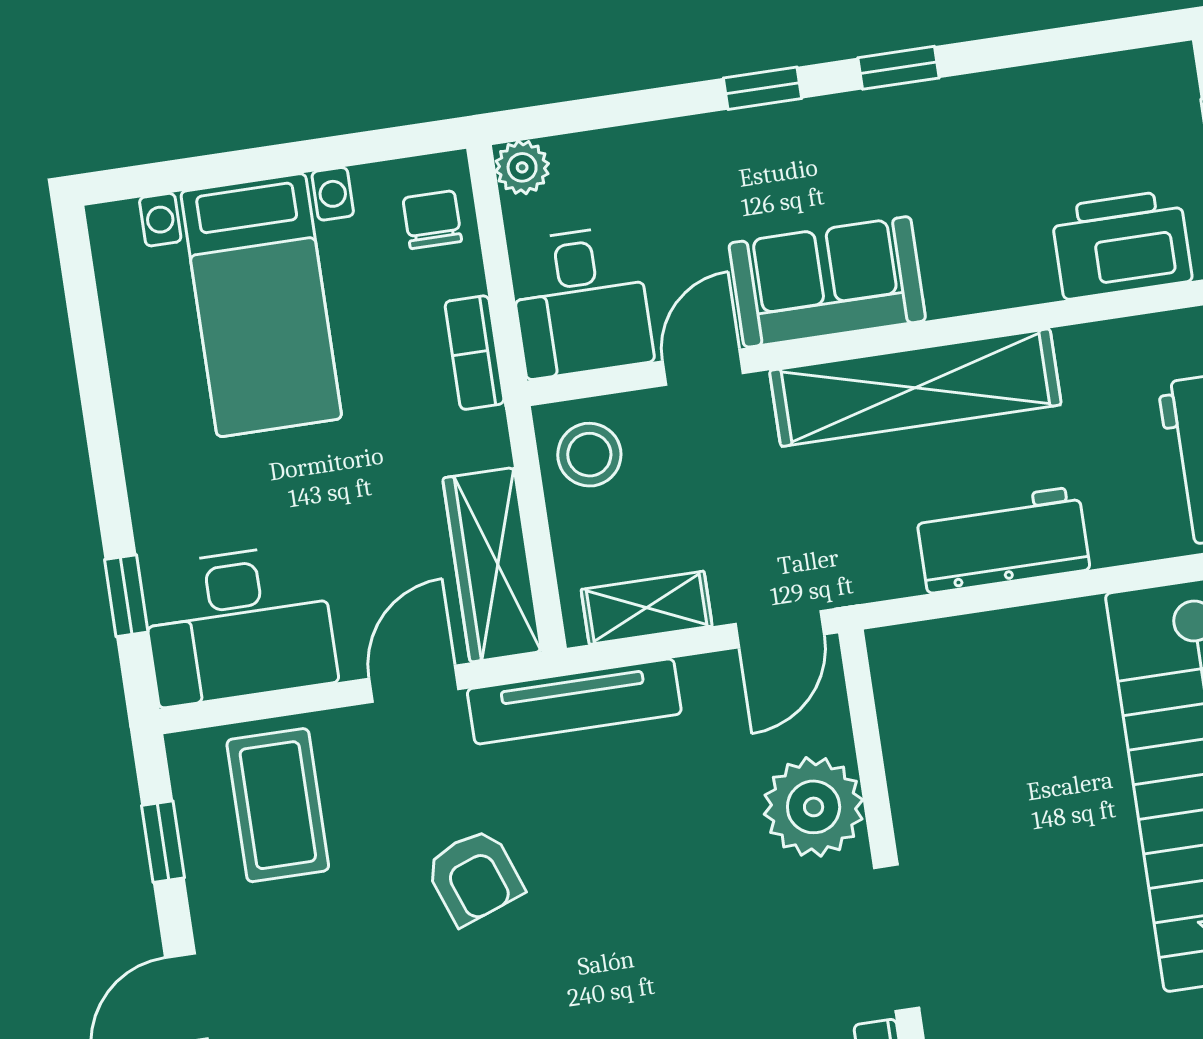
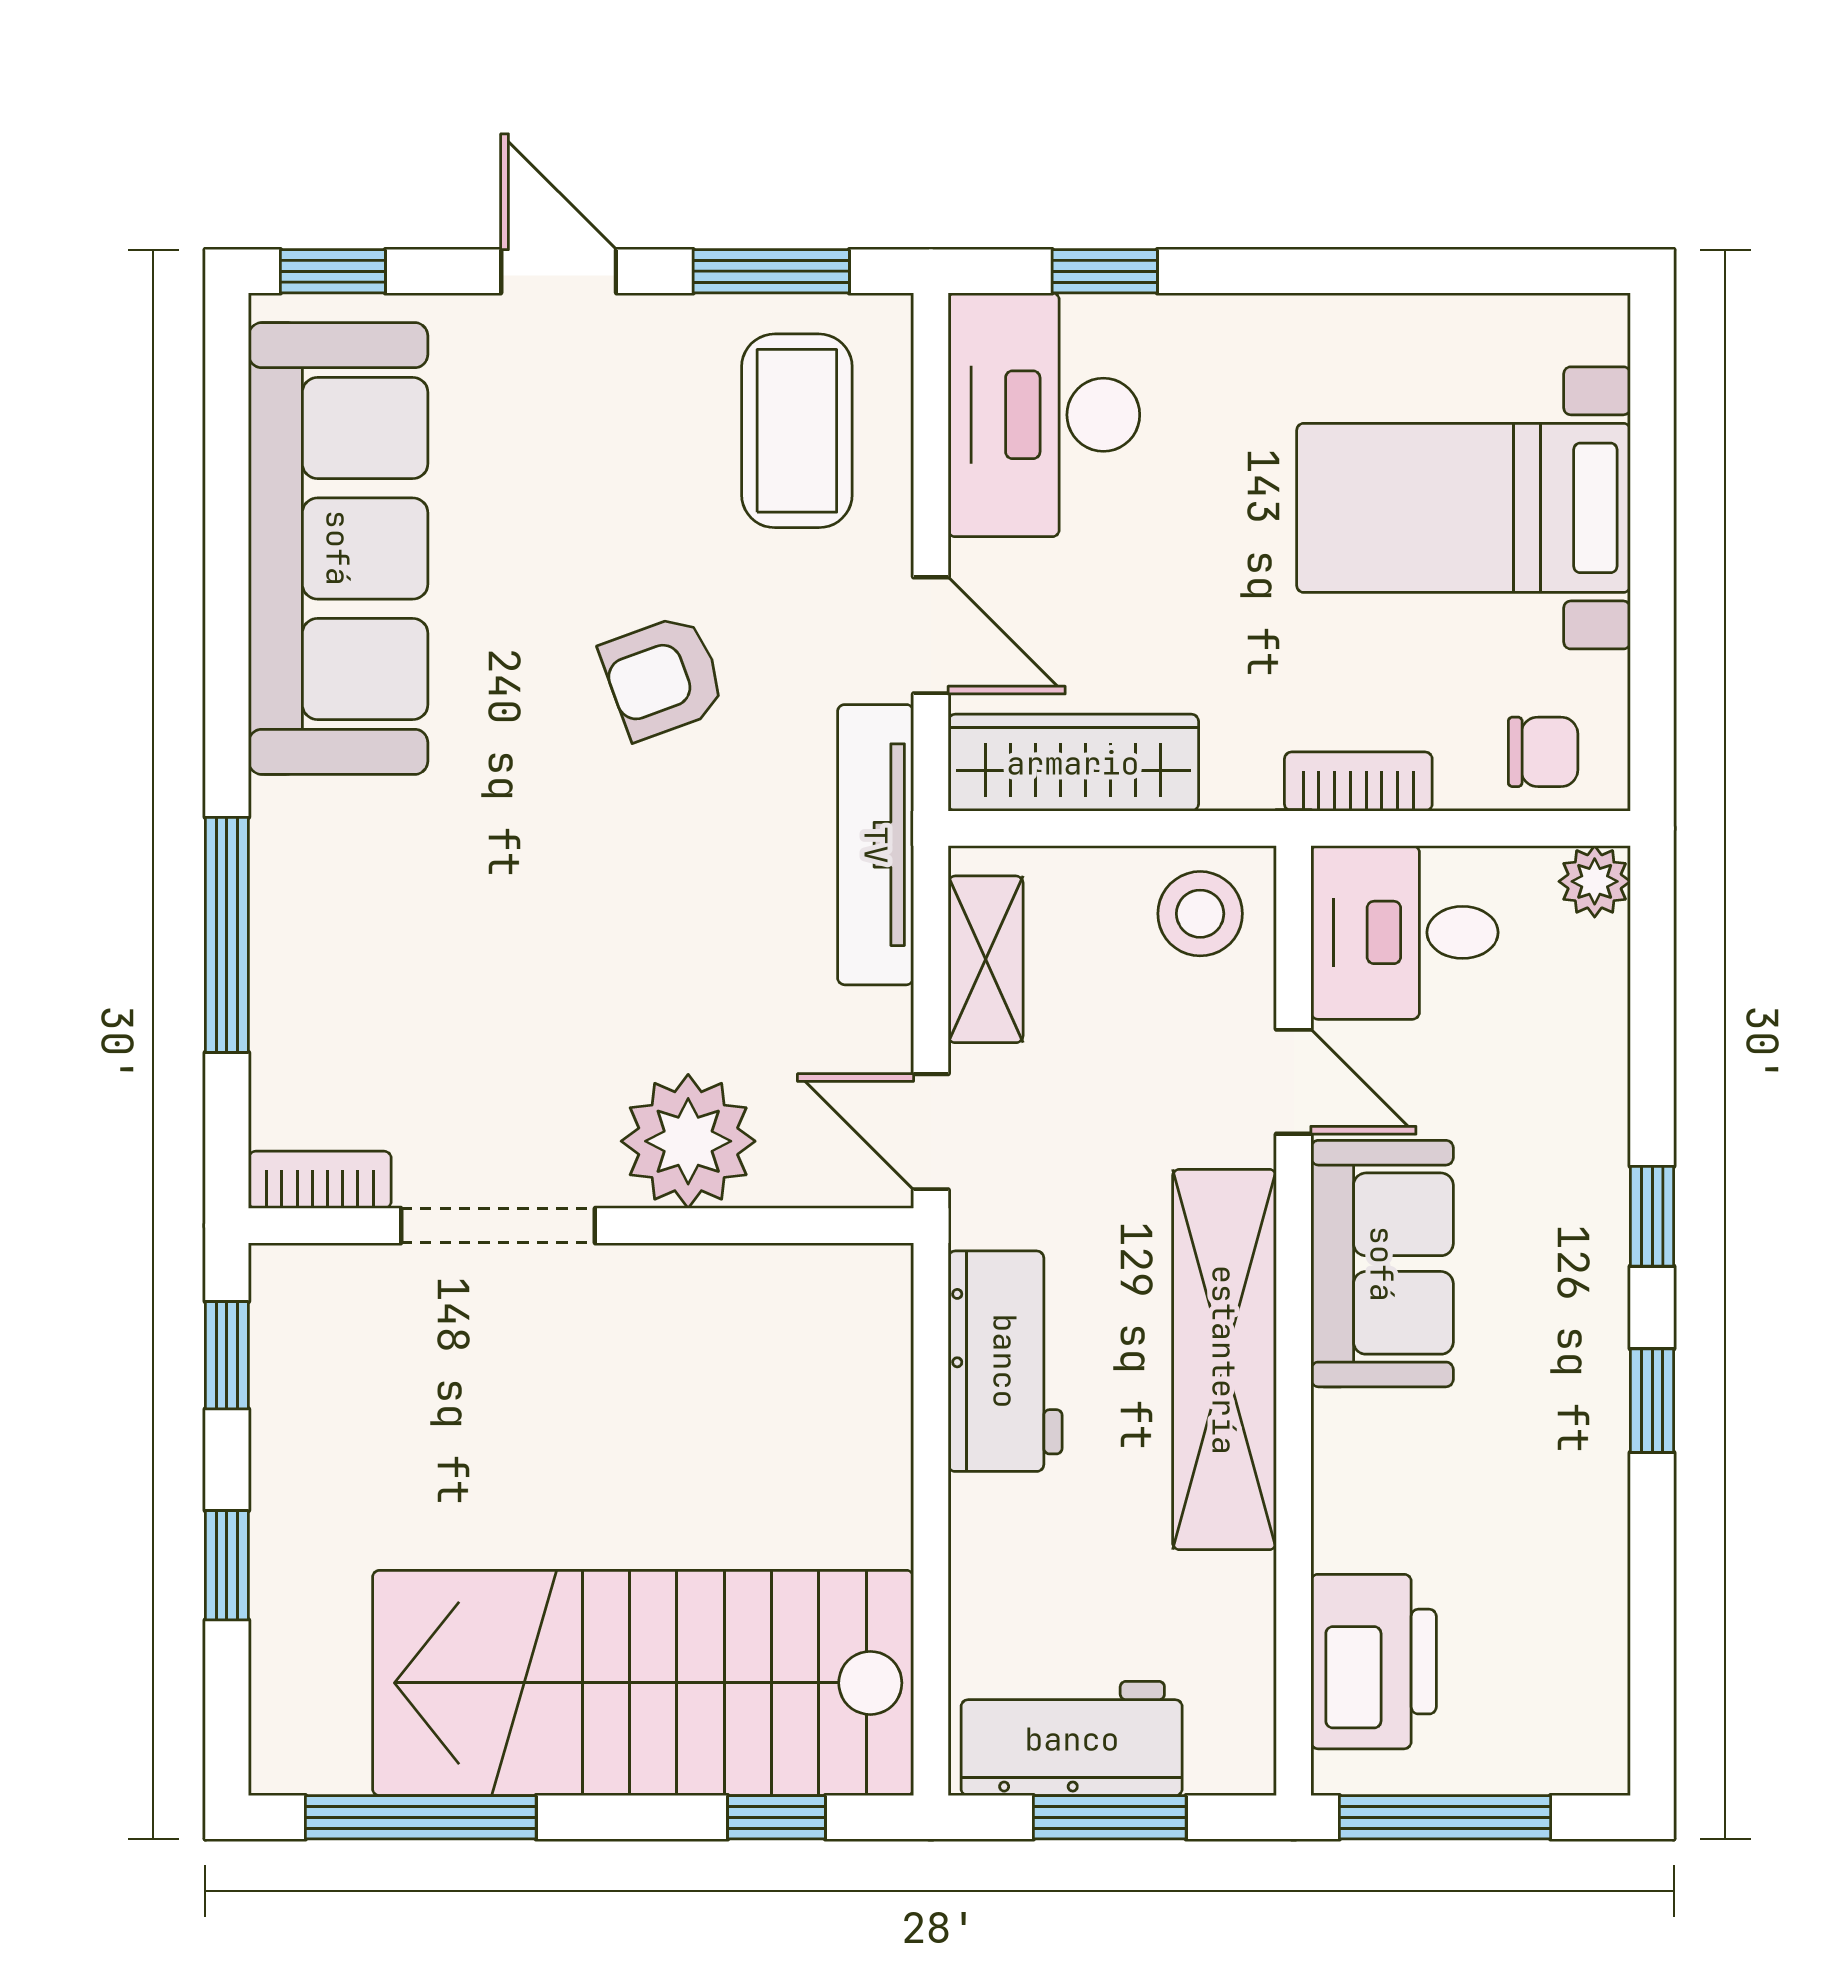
workbench: (1003, 540) -> (1005, 1361), moved
coffee table: (278, 805) -> (797, 431), turned 90
window: (163, 842) -> (771, 271), width x1.50

